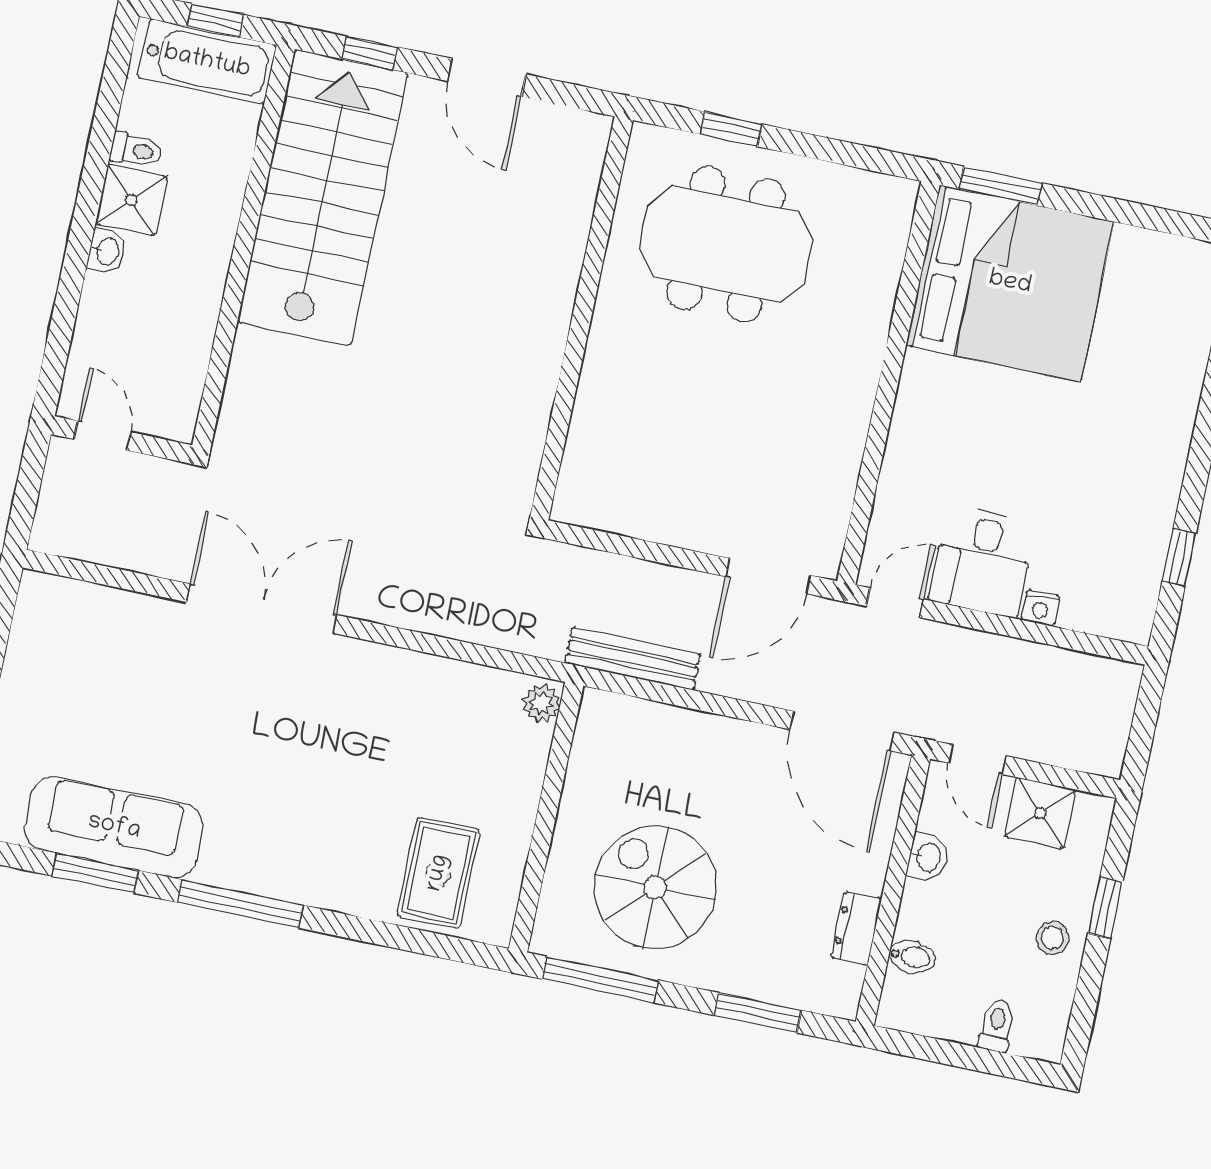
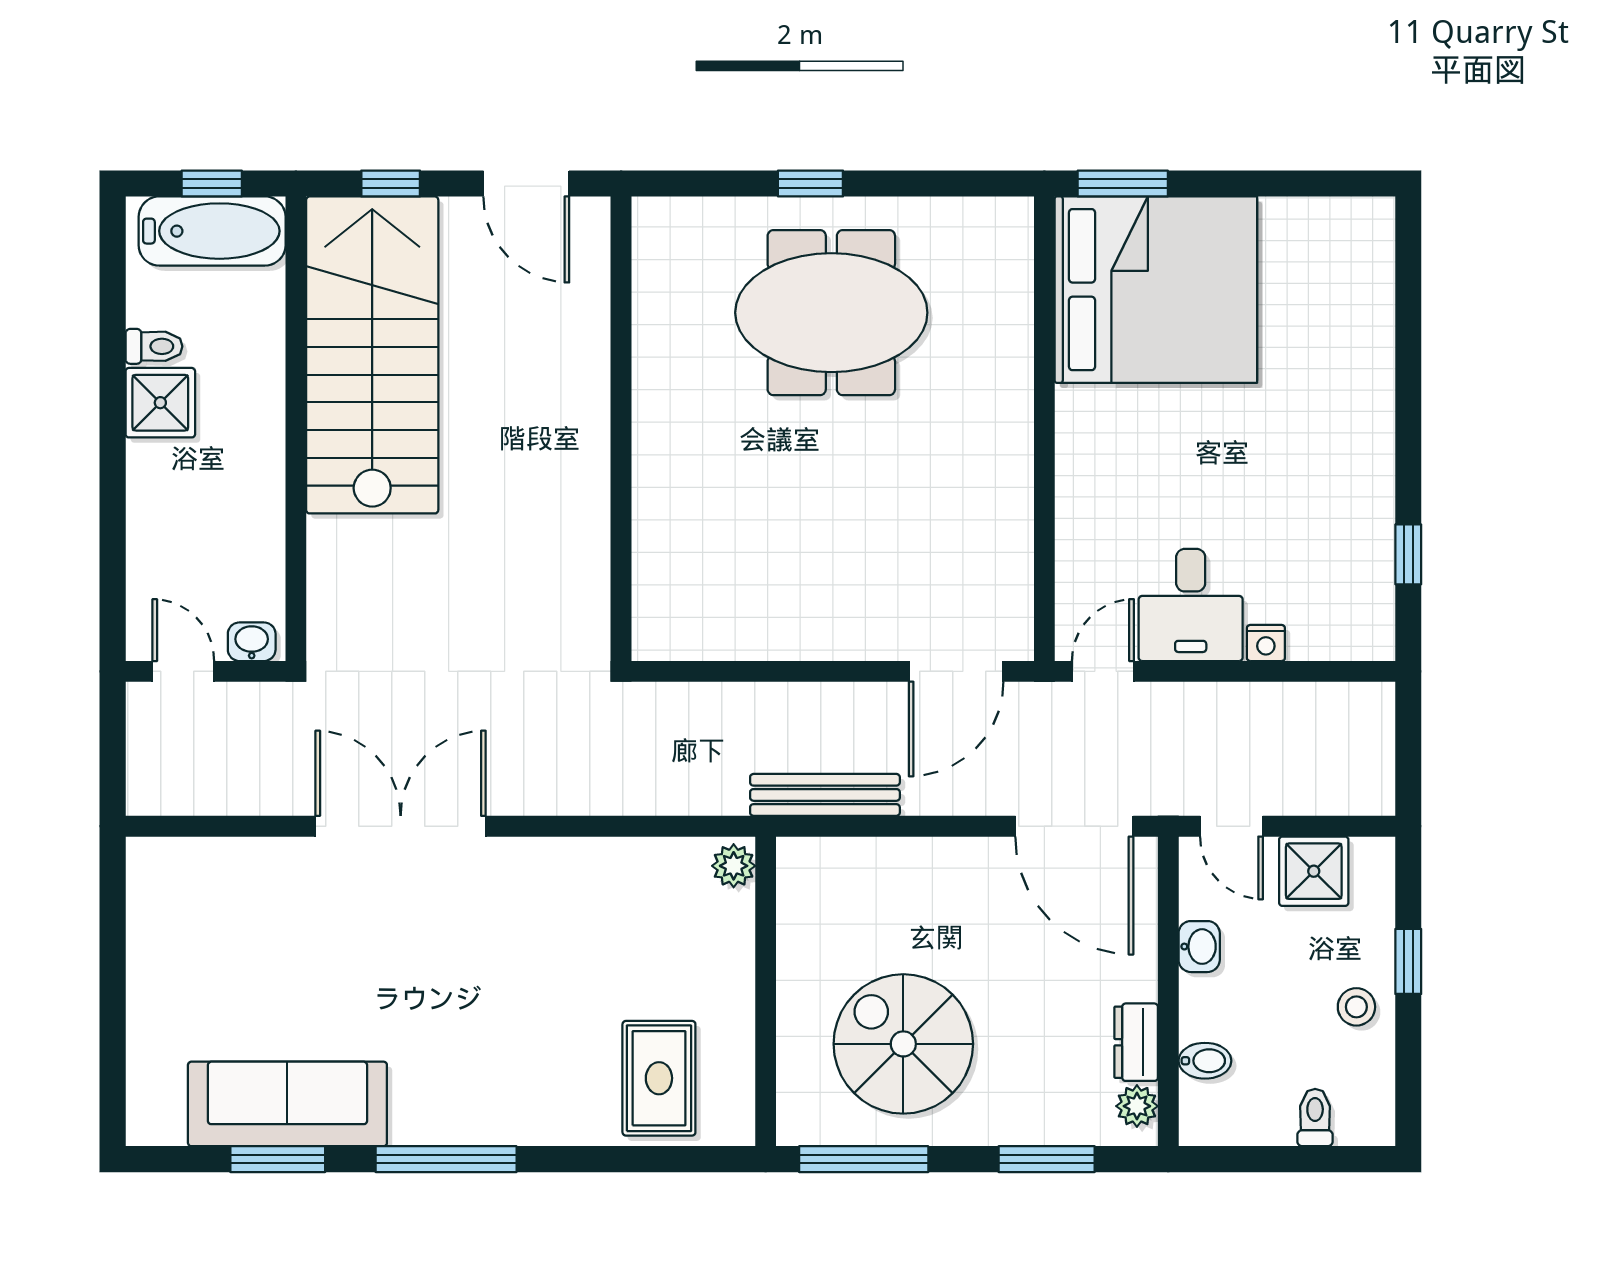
washbasin: (107, 251) -> (252, 642), moved, turned -90
wall: (581, 318) -> (621, 429), moved
plant: (845, 983) -> (1137, 1106), added

